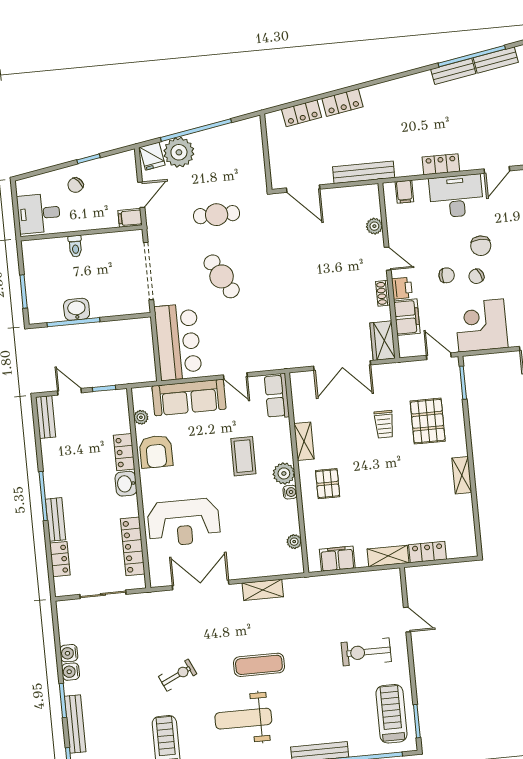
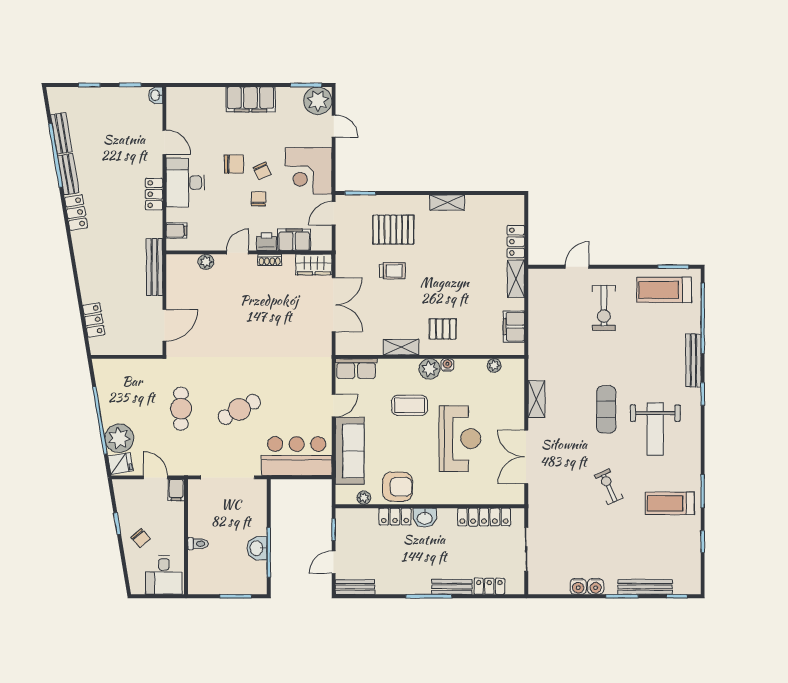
locker: (342, 103) -> (76, 213), moved
reception desk: (184, 522) -> (460, 439), moved

